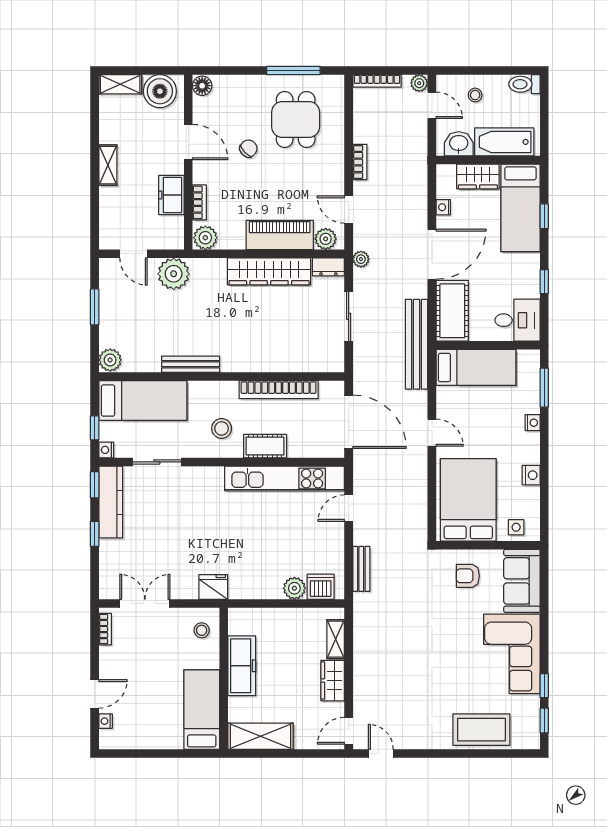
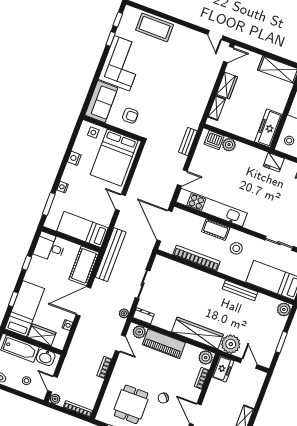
freezer: (171, 195) -> (223, 369), moved
wardrobe: (269, 271) -> (197, 333), moved
freezer: (242, 666) -> (268, 128), moved

